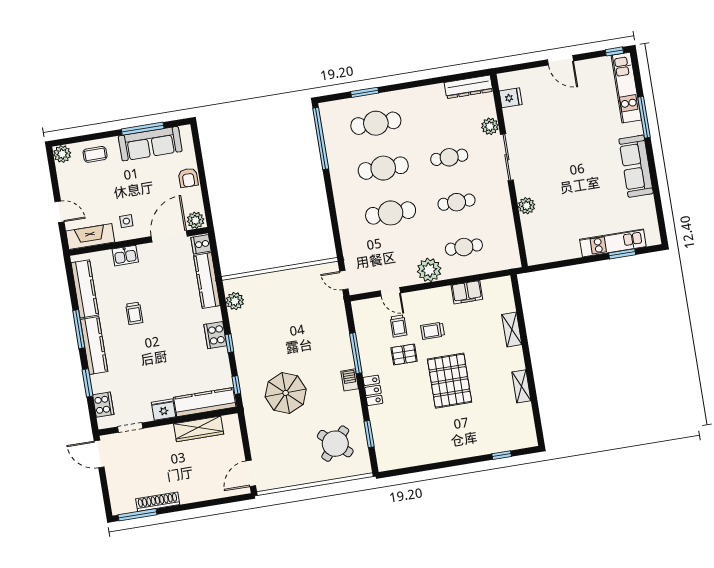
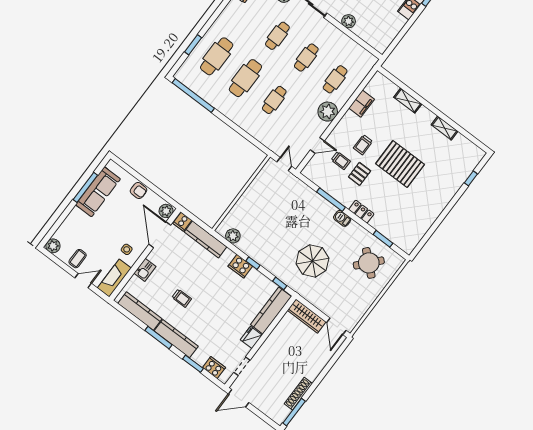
coffee table: (95, 154) -> (78, 259), moved
cafe table: (391, 213) -> (274, 100), width x0.73, depth x0.74
door: (344, 280) -> (284, 164), swing flipped
wardrobe: (199, 429) -> (307, 316), moved, turned 90

